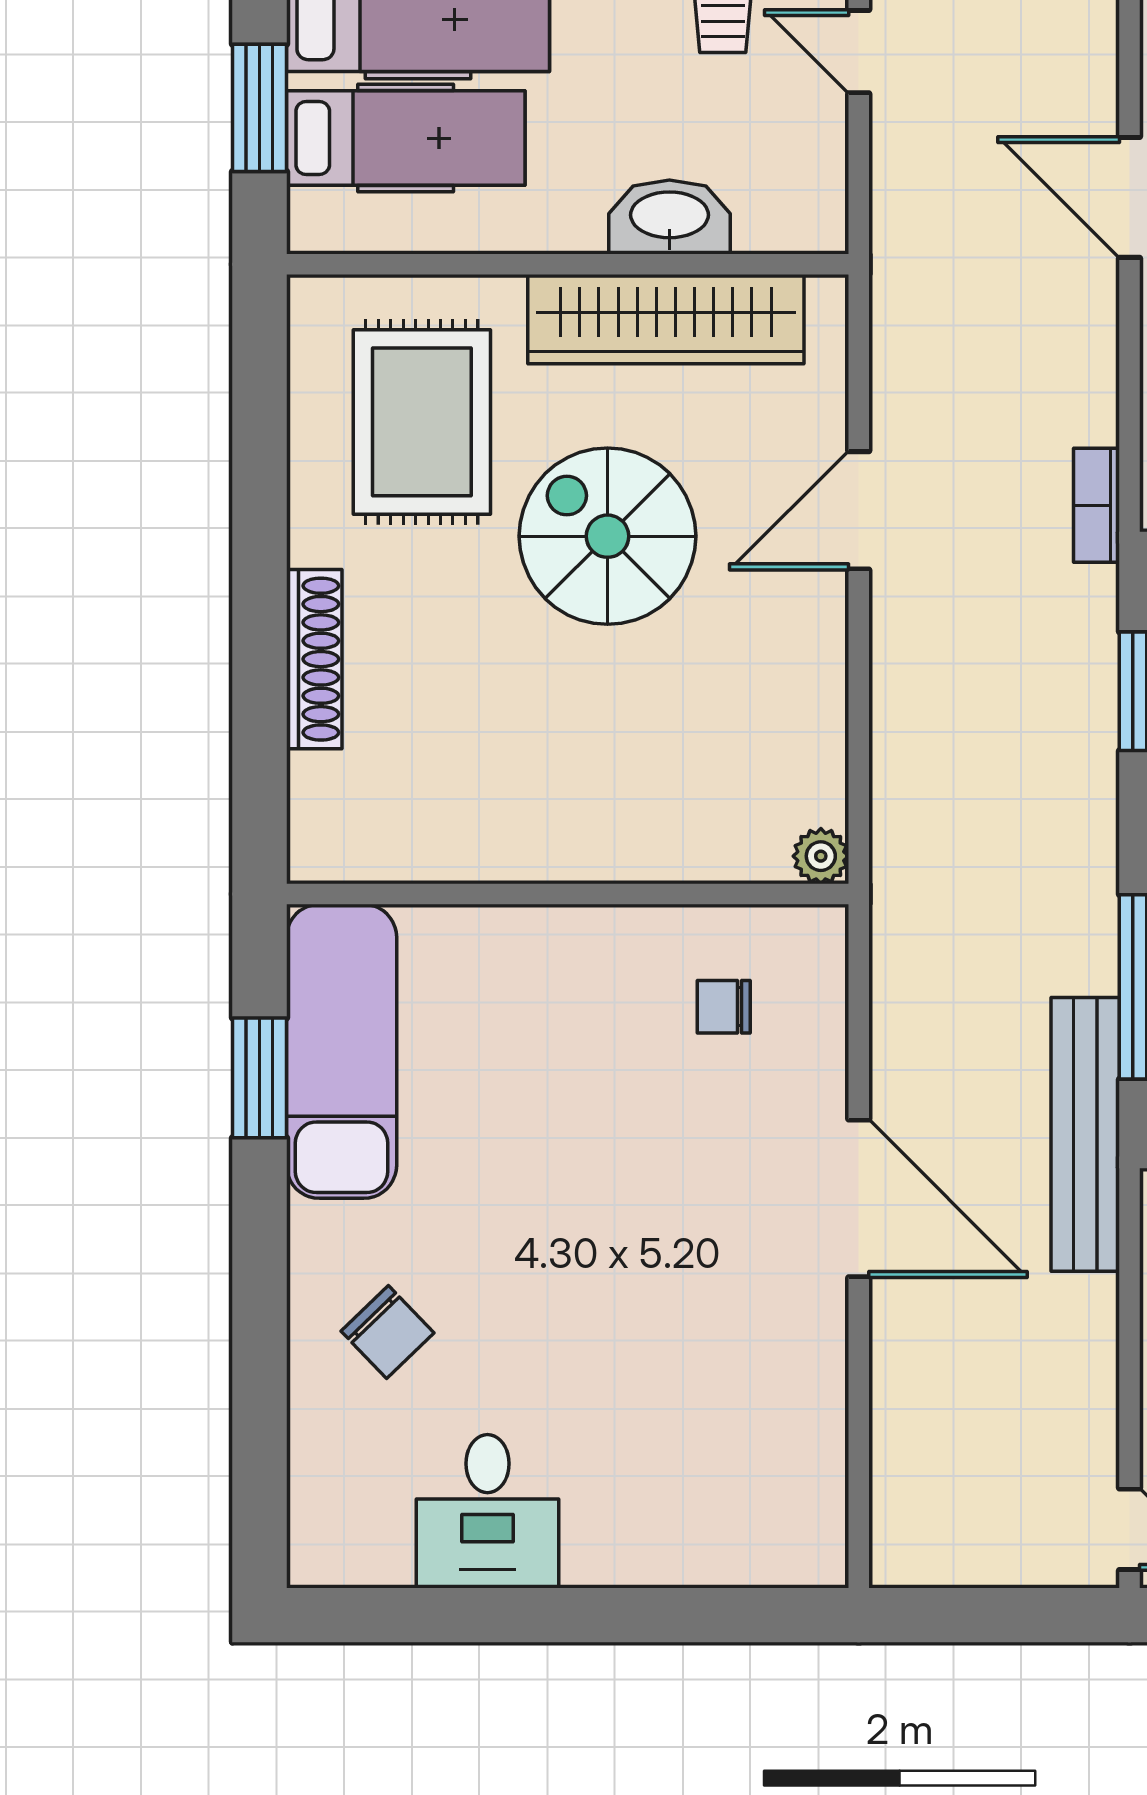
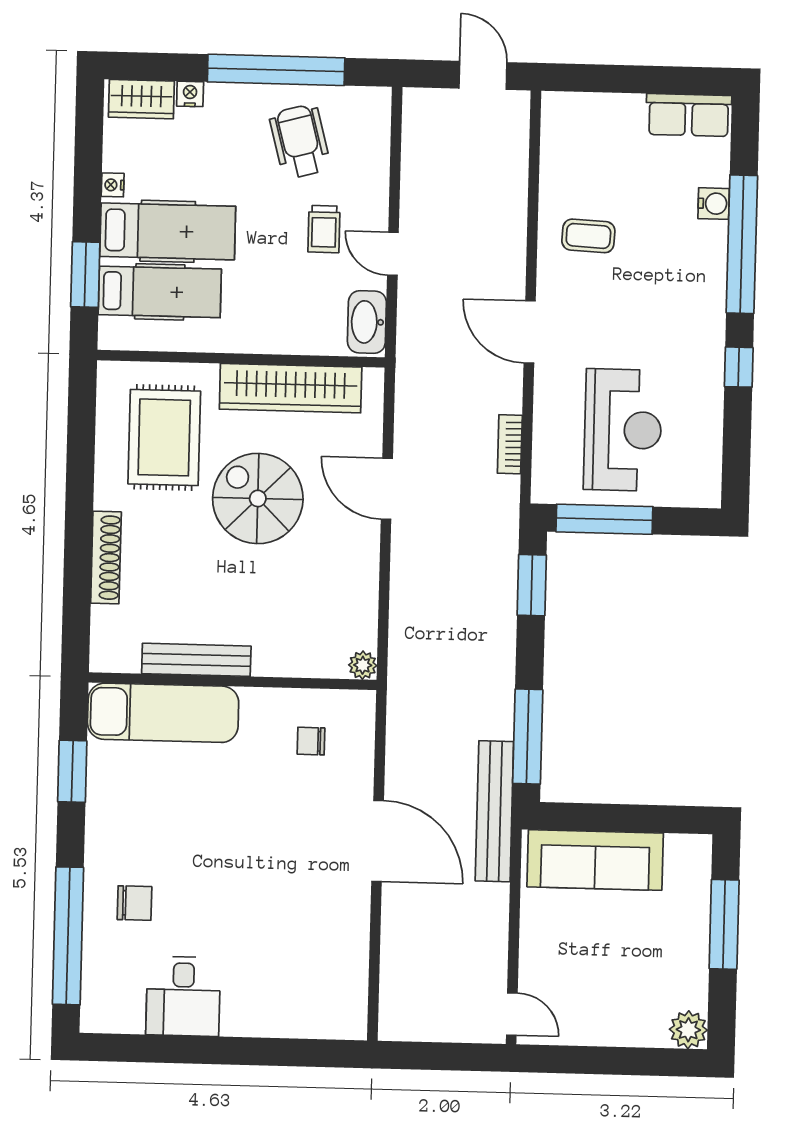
washbasin: (669, 217) -> (367, 322), moved, turned -90
bookcase: (1096, 505) -> (510, 444), moved
door: (859, 510) -> (387, 489), hinge flipped
bench: (496, 854) -> (196, 660), added
exam couch: (342, 1051) -> (163, 713), moved, turned 90
chair: (388, 1332) -> (134, 903), turned -46
window: (259, 1399) -> (68, 936), added

